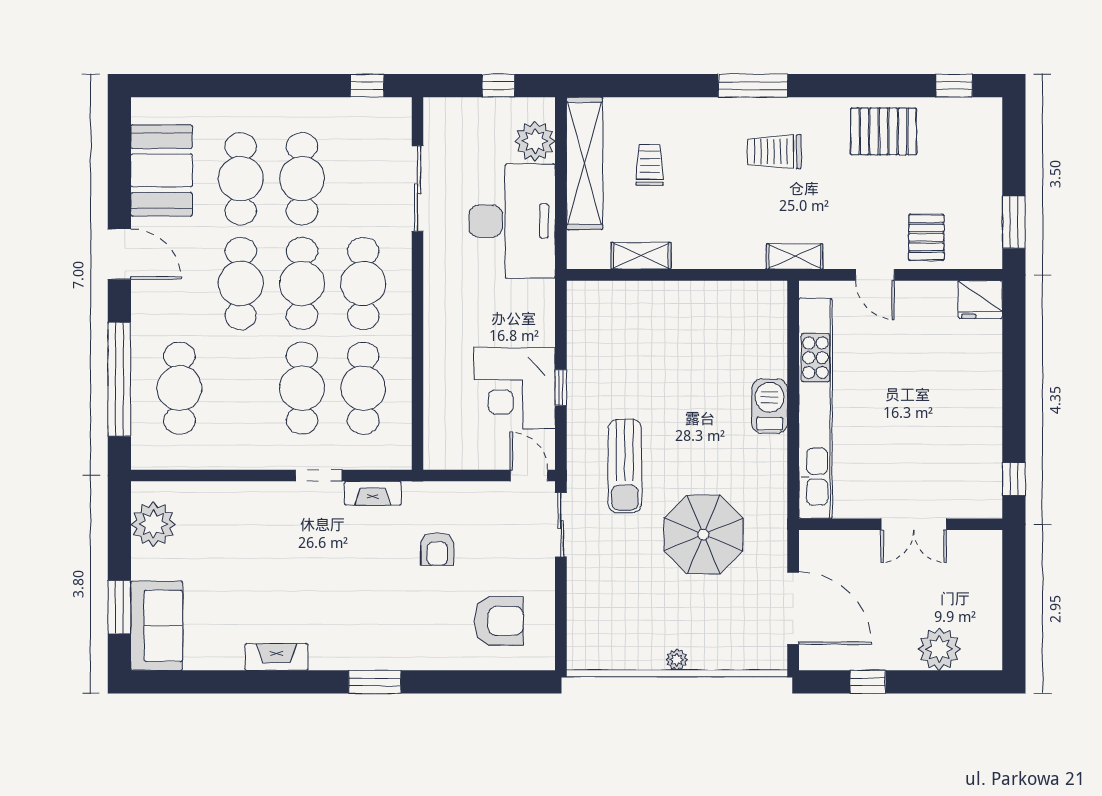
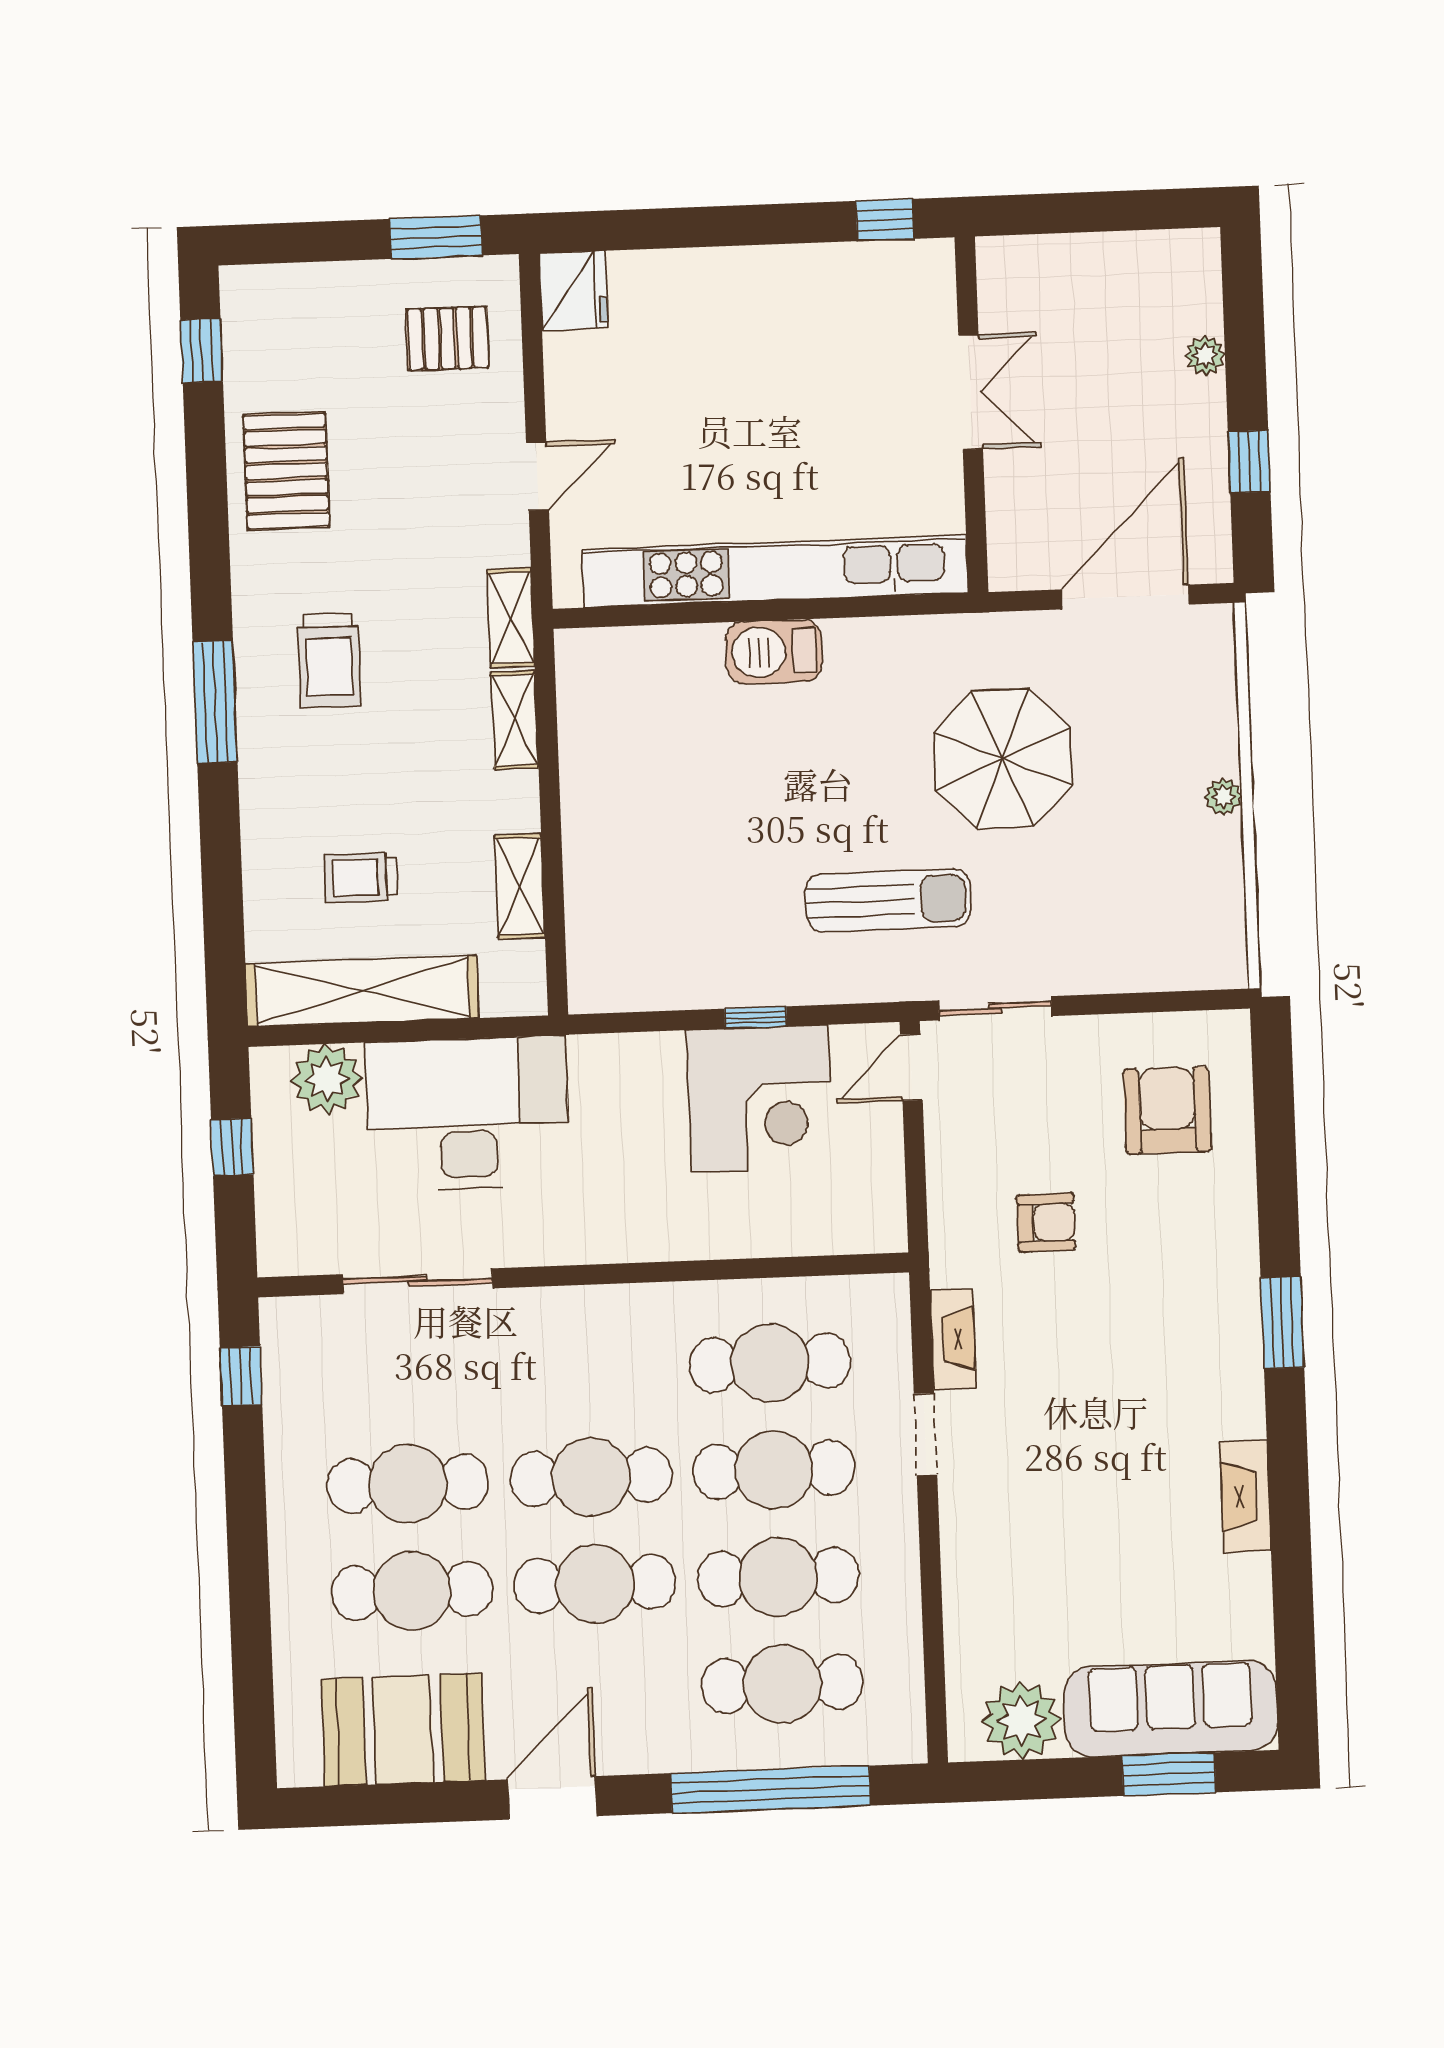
pallet: (926, 237) -> (448, 338), moved
shelving: (736, 257) -> (515, 720), added
cafe table: (363, 283) -> (778, 1577), moved
sofa: (157, 626) -> (1171, 1709), width x1.36
plant: (939, 649) -> (1205, 355), width x0.53, depth x0.53

